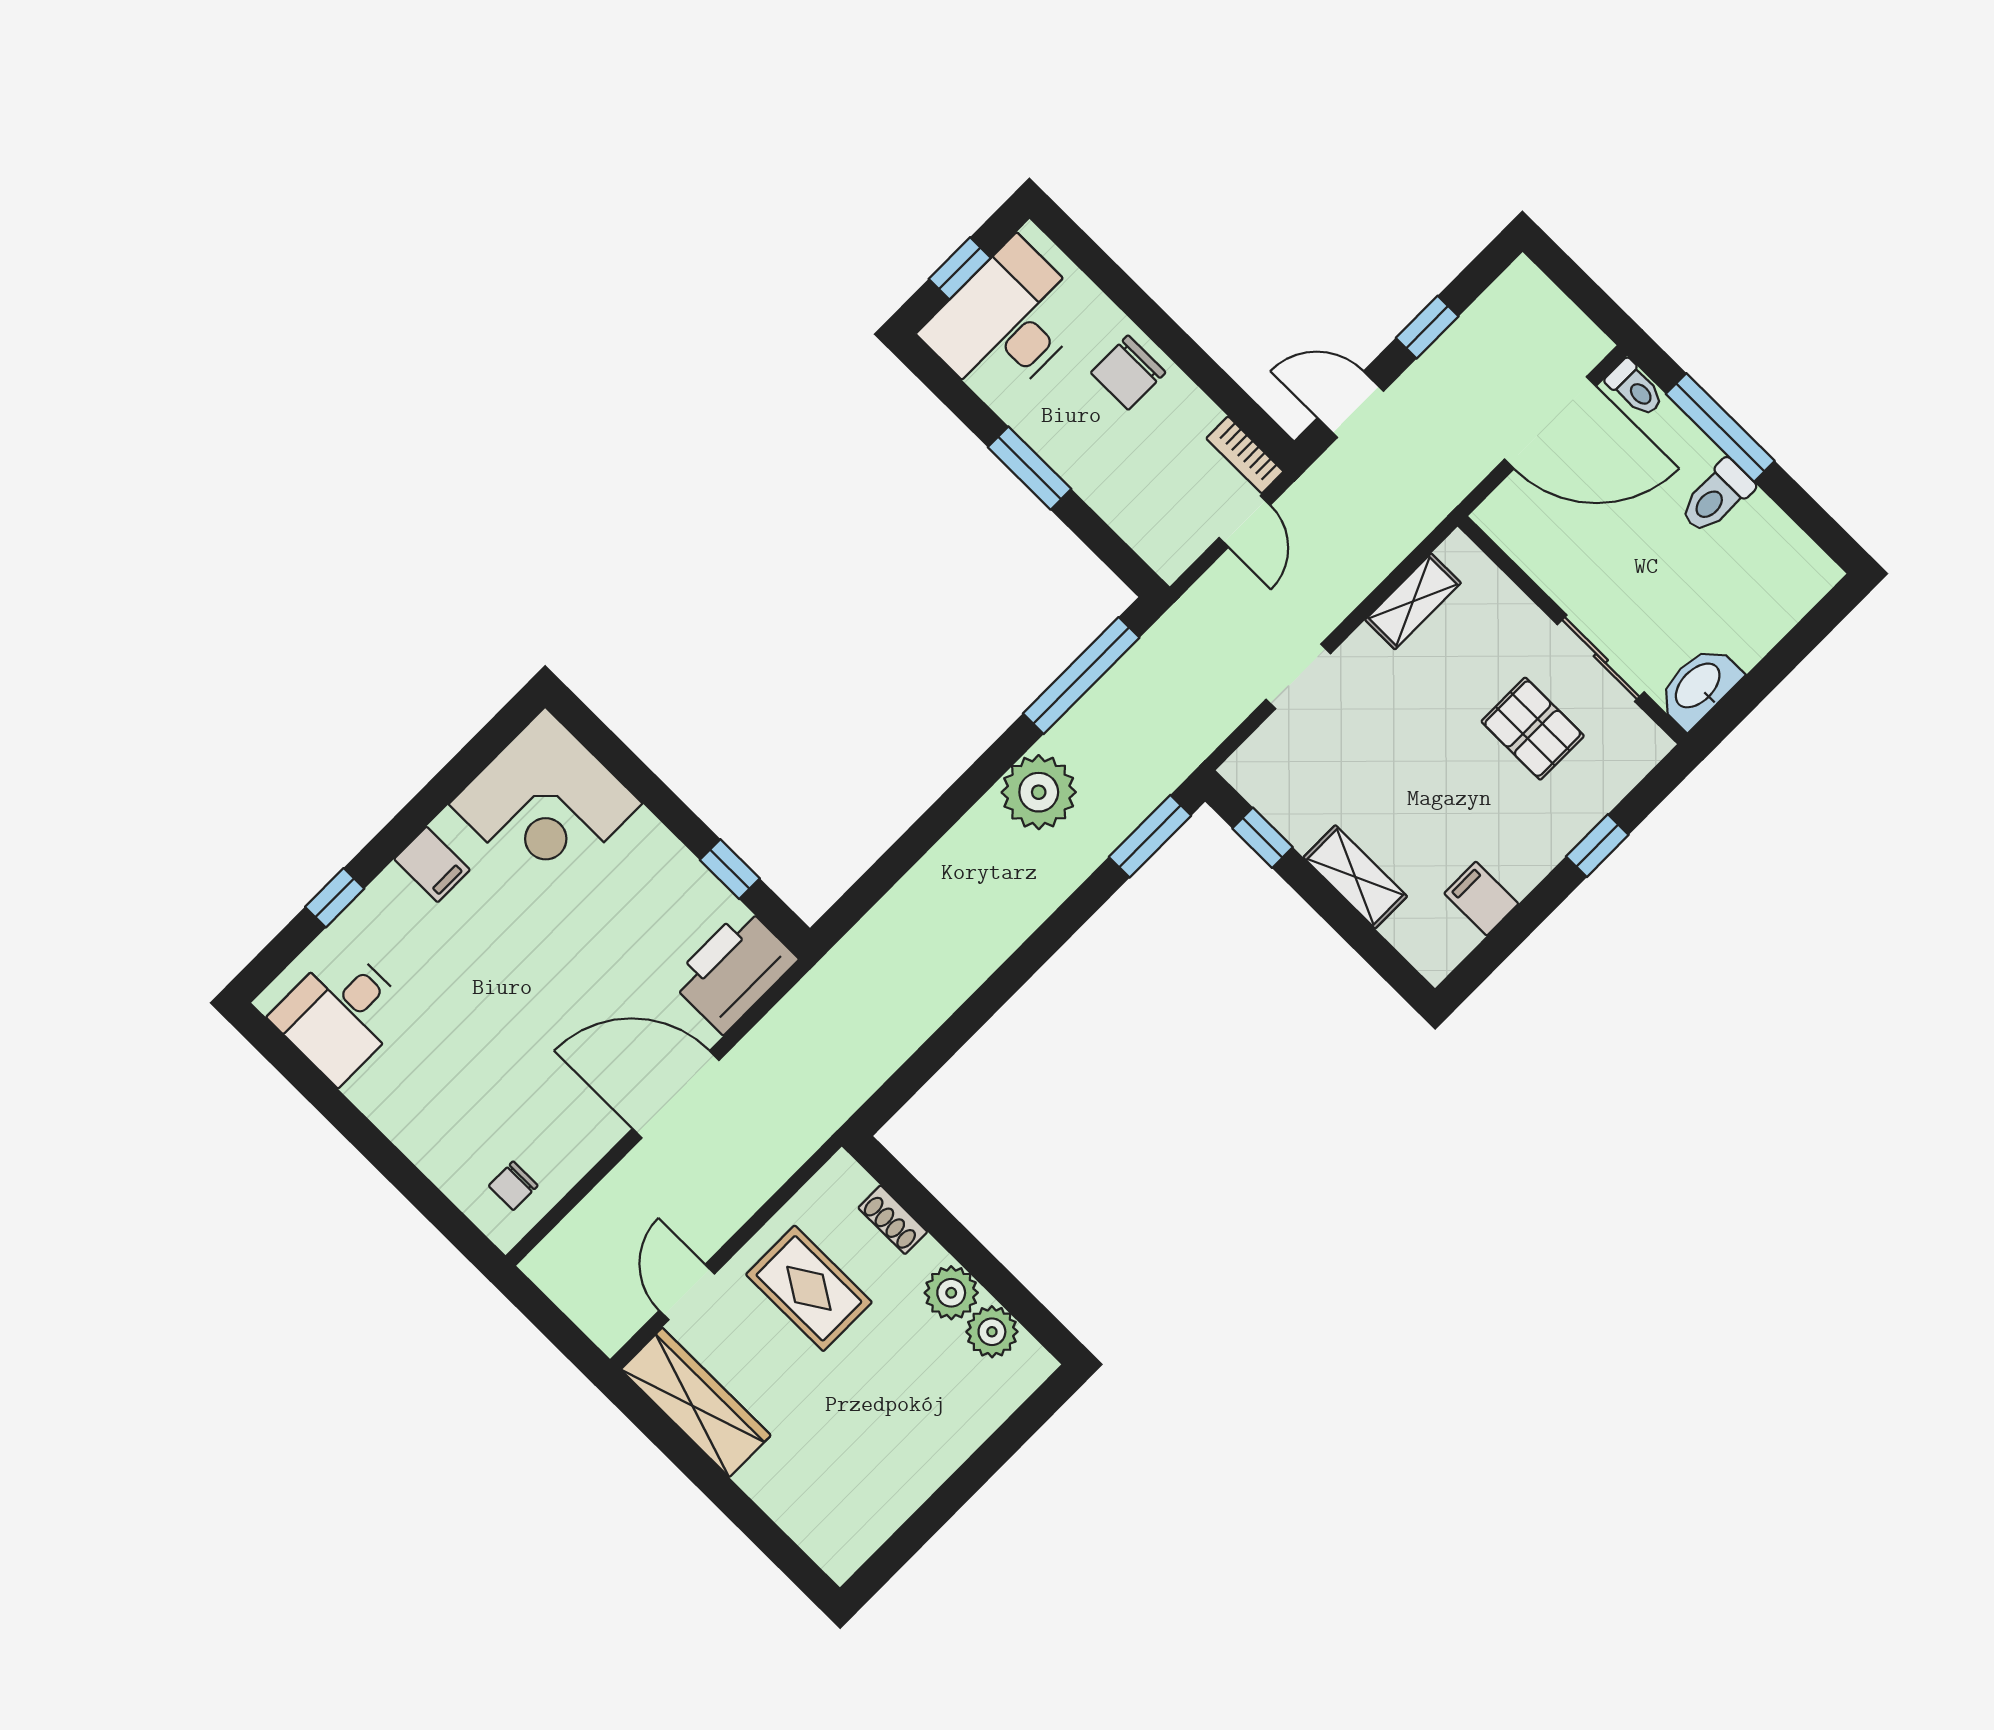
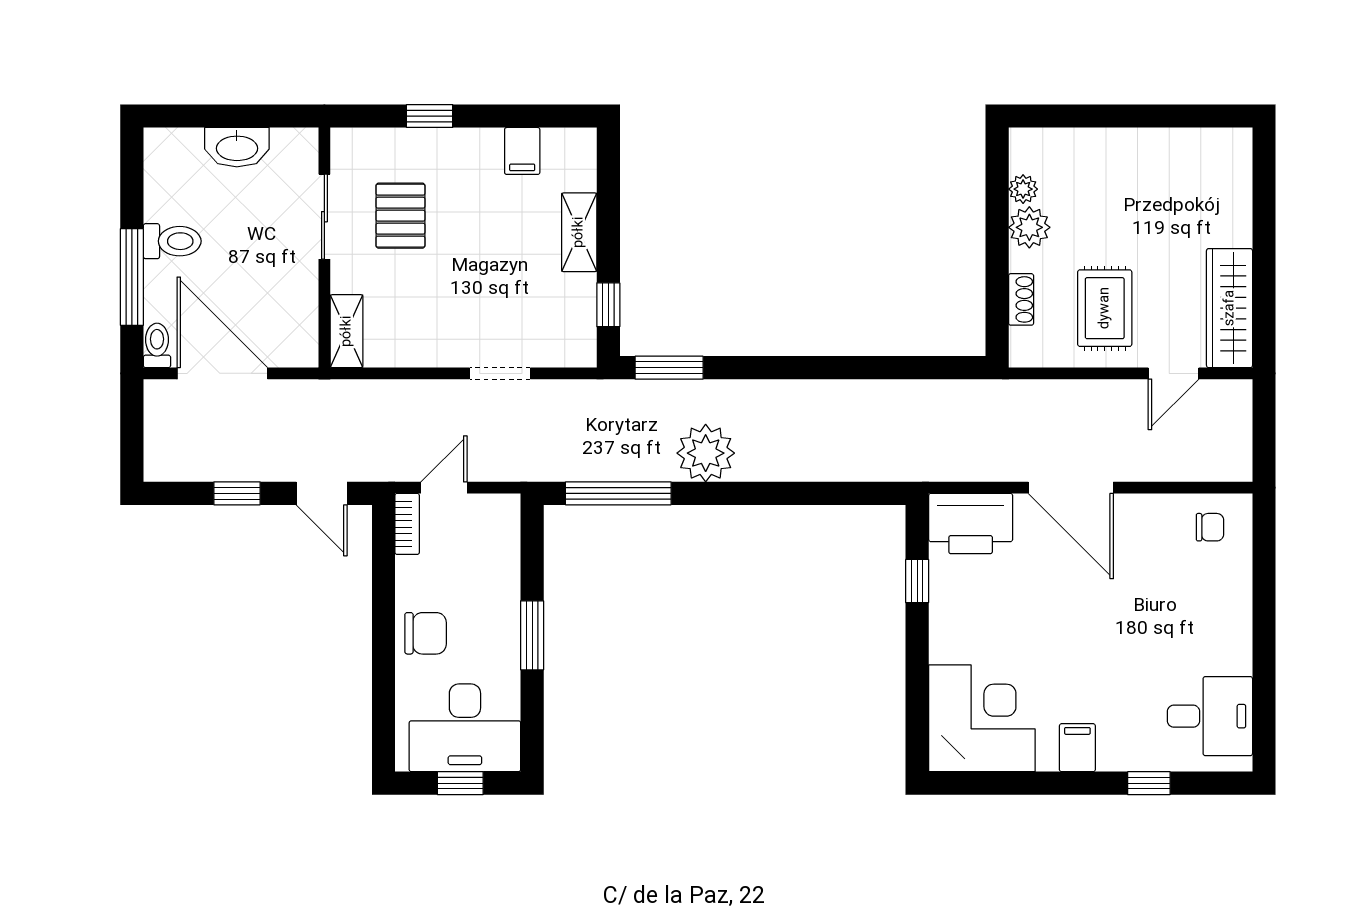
shelving: (1413, 601) -> (347, 331), moved, turned 90
washbasin: (1699, 687) -> (237, 147), moved
plant: (992, 1332) -> (1023, 189), width x0.73, depth x0.73

